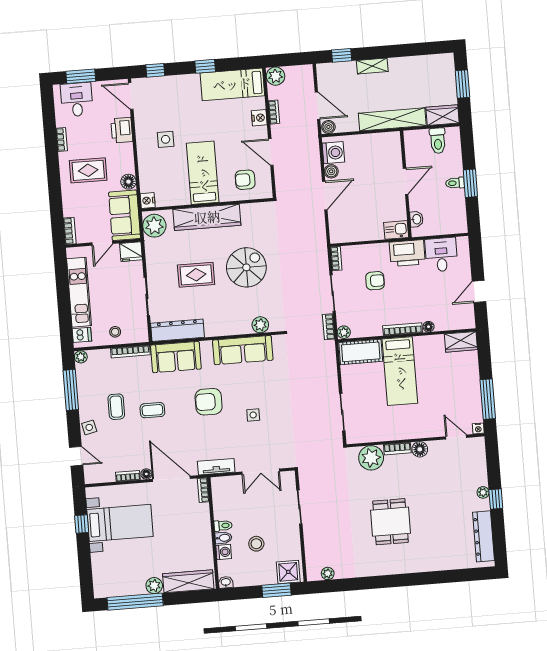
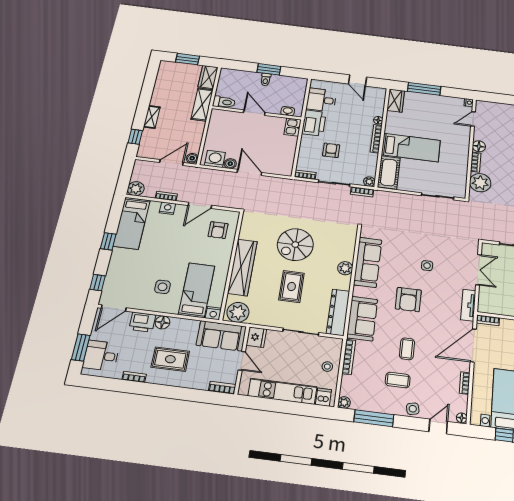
shelving: (392, 119) -> (202, 104), width x0.68
toilet: (438, 141) -> (224, 102), moved
rug: (88, 170) -> (170, 359), turned 90
bed: (203, 173) -> (197, 290), moved, turned 90
floor lamp: (128, 182) -> (163, 322), moved
spiral stairs: (246, 267) -> (295, 245), turned -90
plant: (260, 325) -> (345, 268), moved
window: (488, 399) -> (424, 89), moved
floor lamp: (146, 474) -> (462, 418), moved

